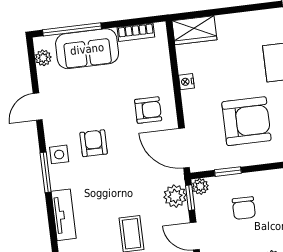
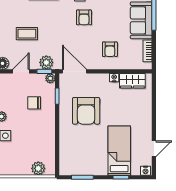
wardrobe: (194, 30) -> (132, 81), moved, turned -90
armchair: (148, 110) -> (110, 49), moved
armchair: (94, 143) -> (84, 17), turned 90
door: (184, 148) -> (75, 71), hinge flipped

